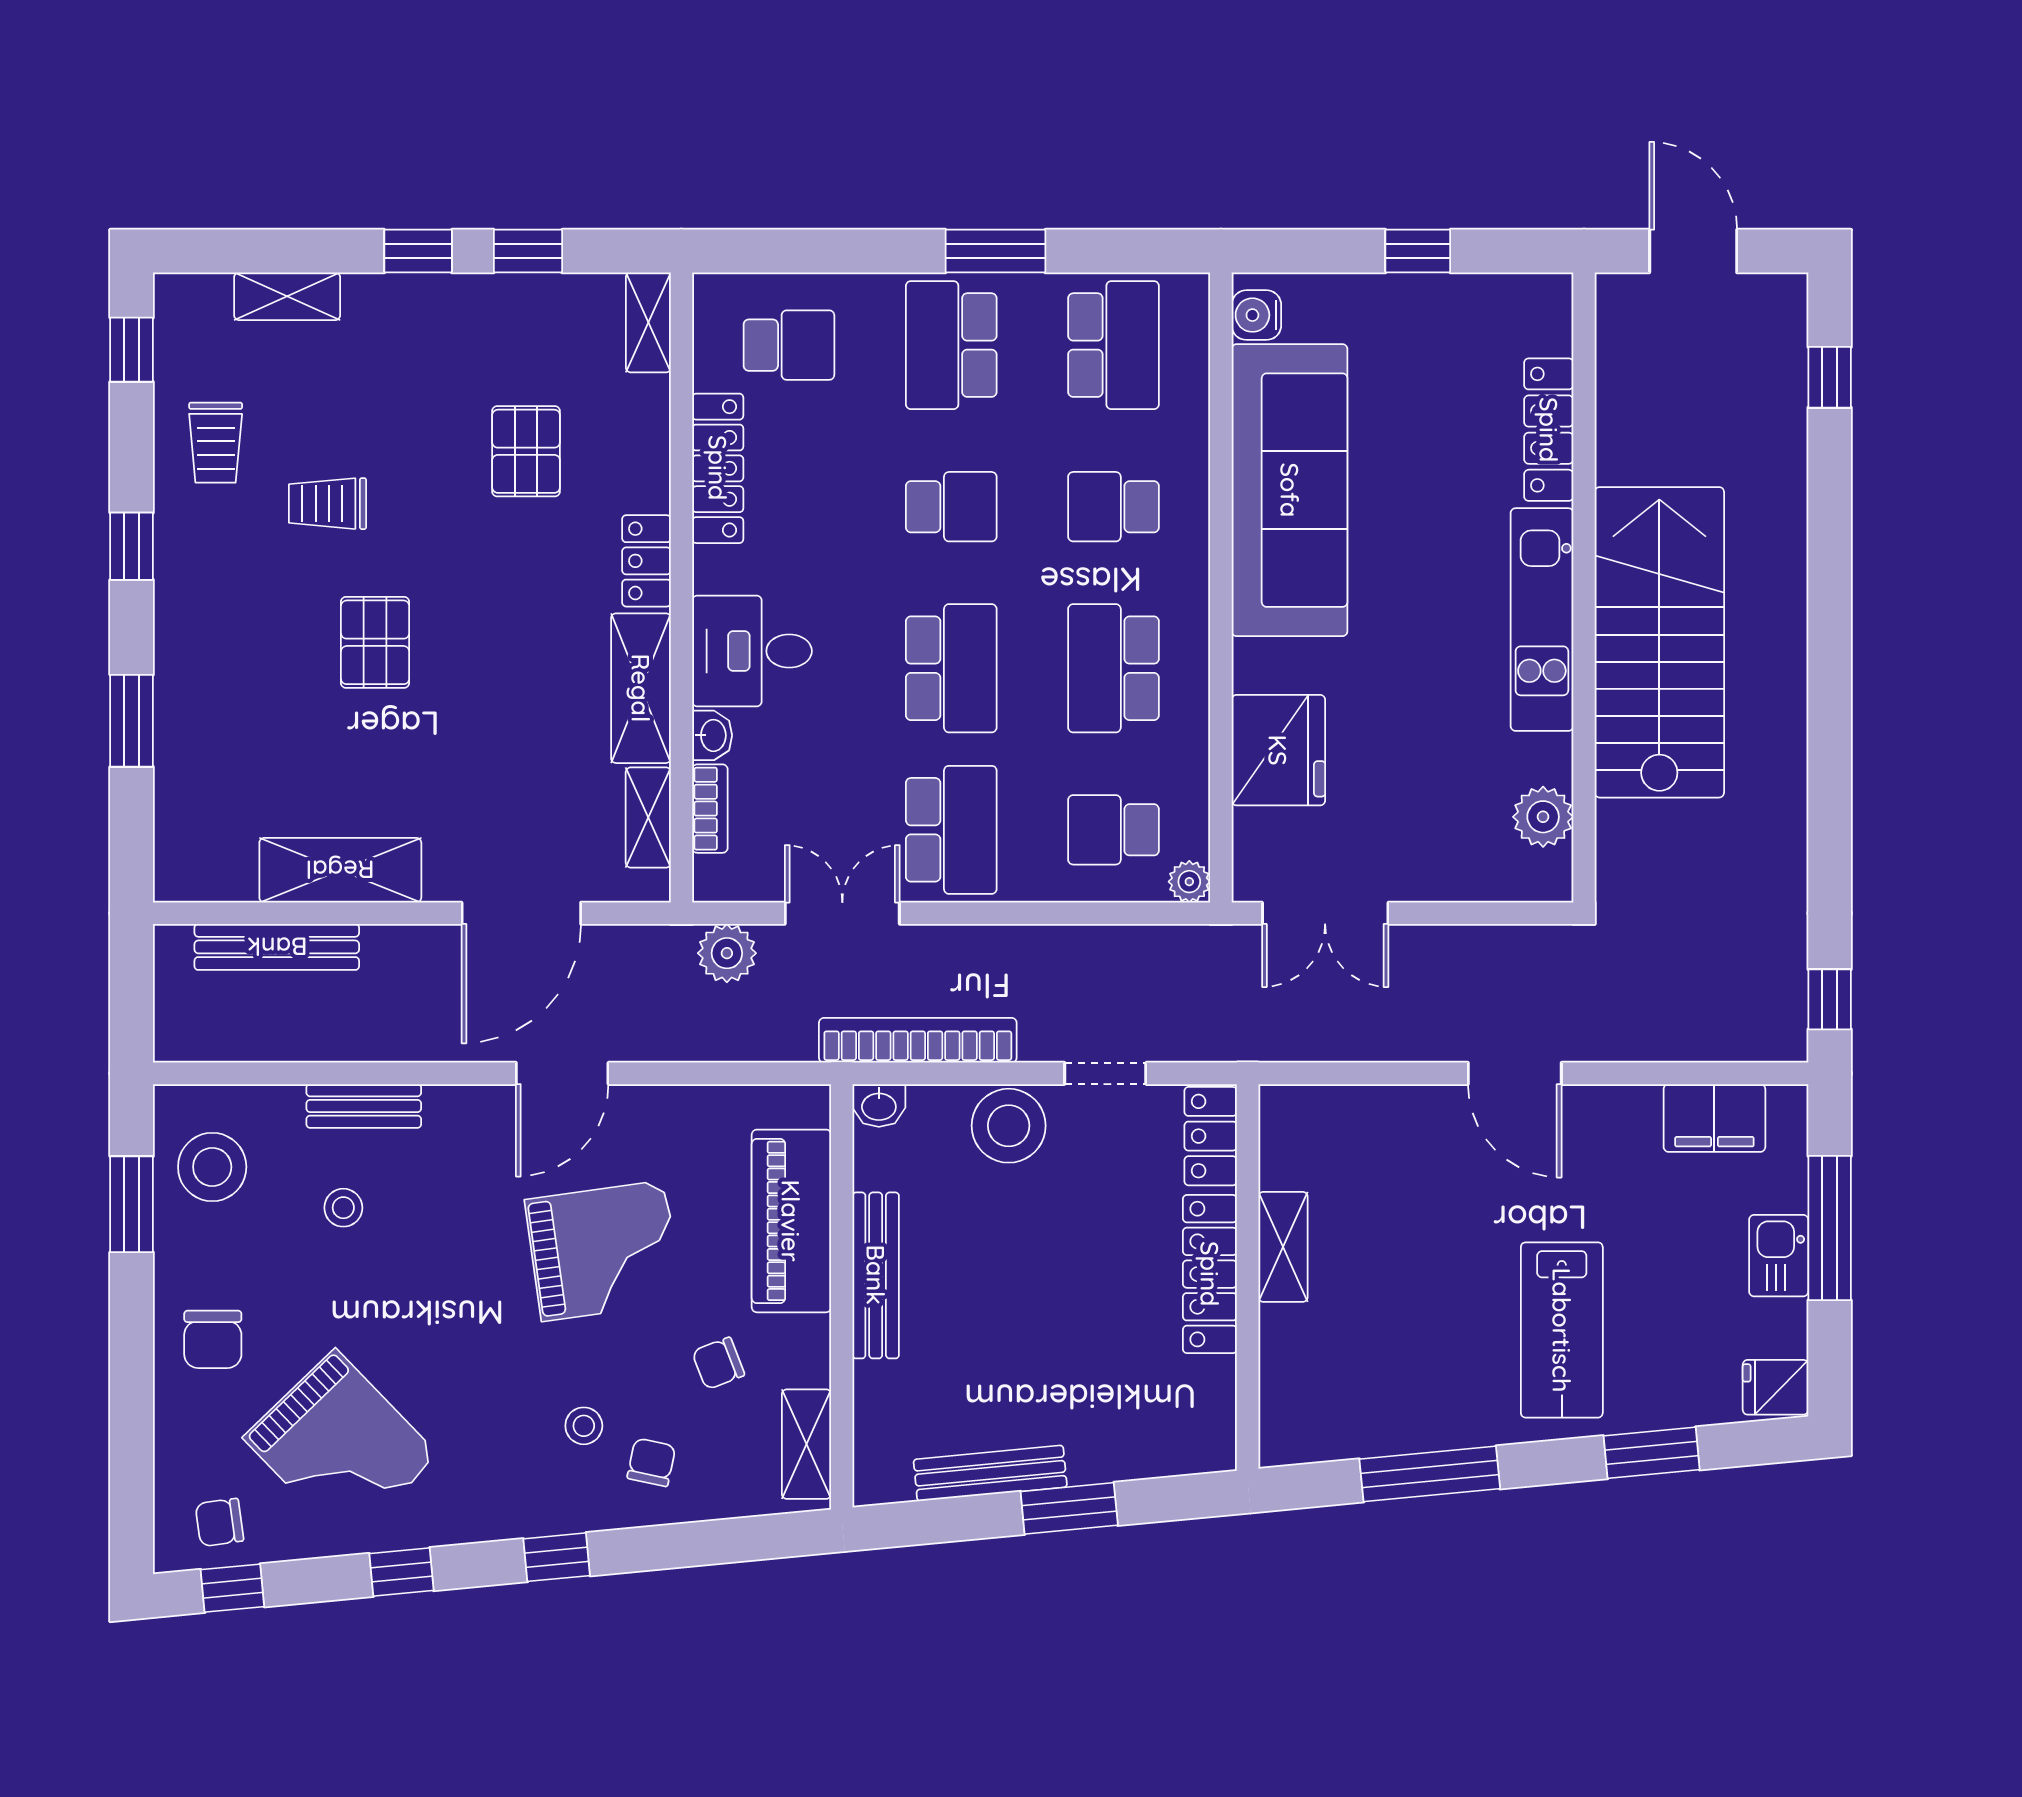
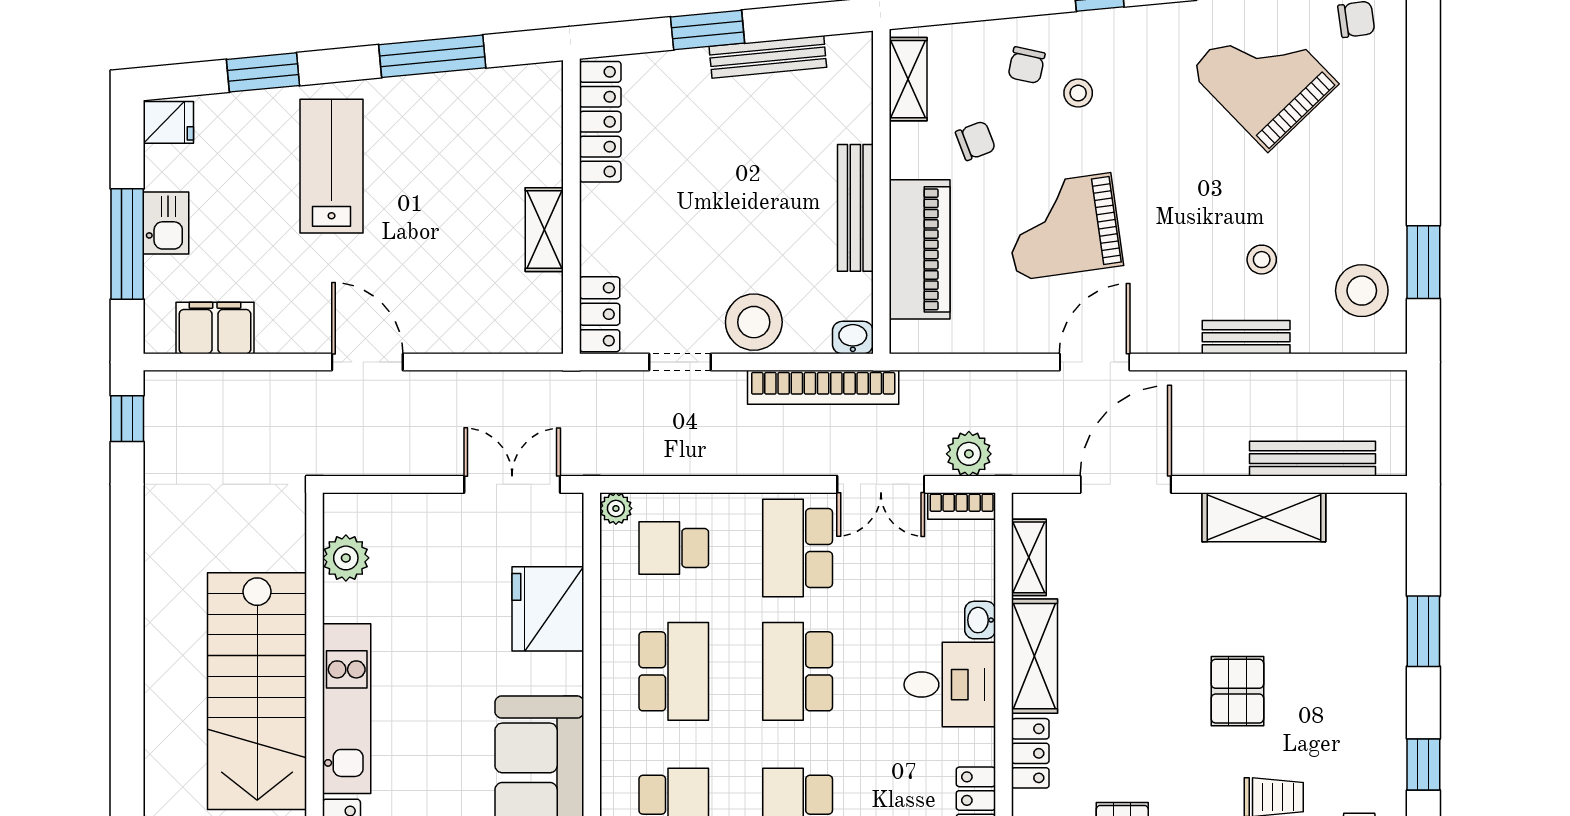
bookcase: (710, 809) -> (962, 506), moved, turned -90
school desk: (1114, 830) -> (674, 548), turned 180
locker: (1210, 1274) -> (600, 122), moved
chair: (213, 1339) -> (1361, 159), removed

